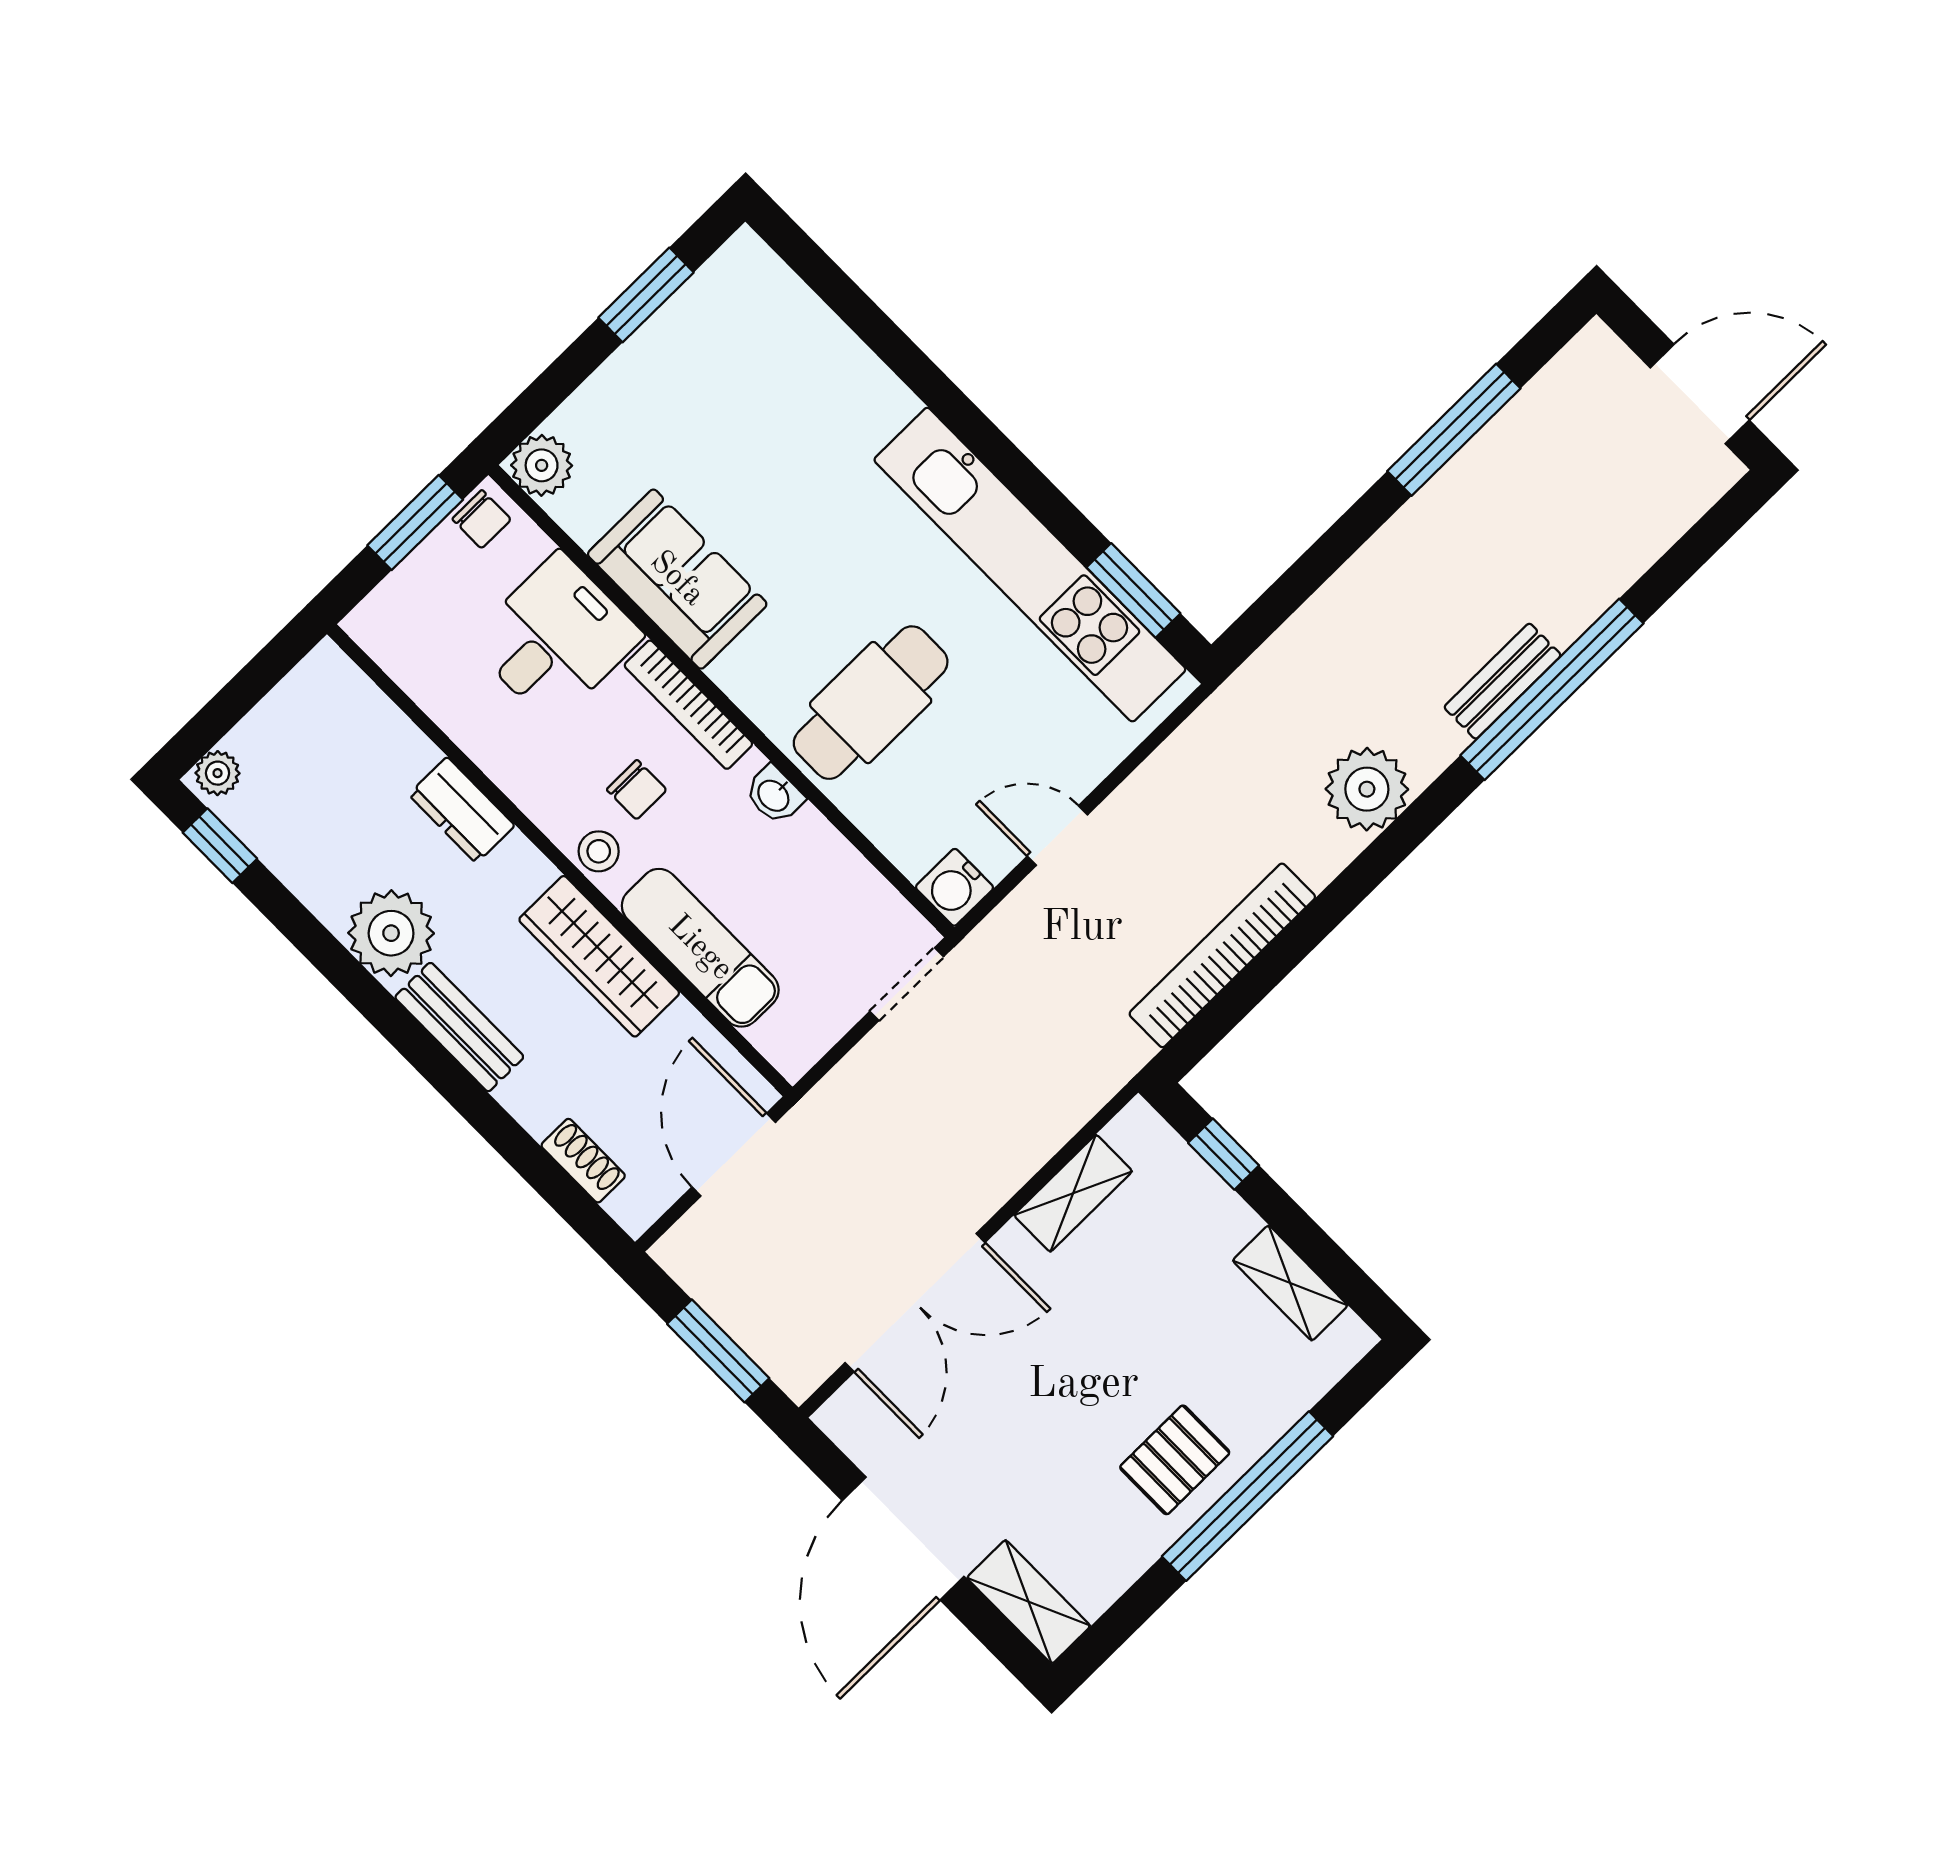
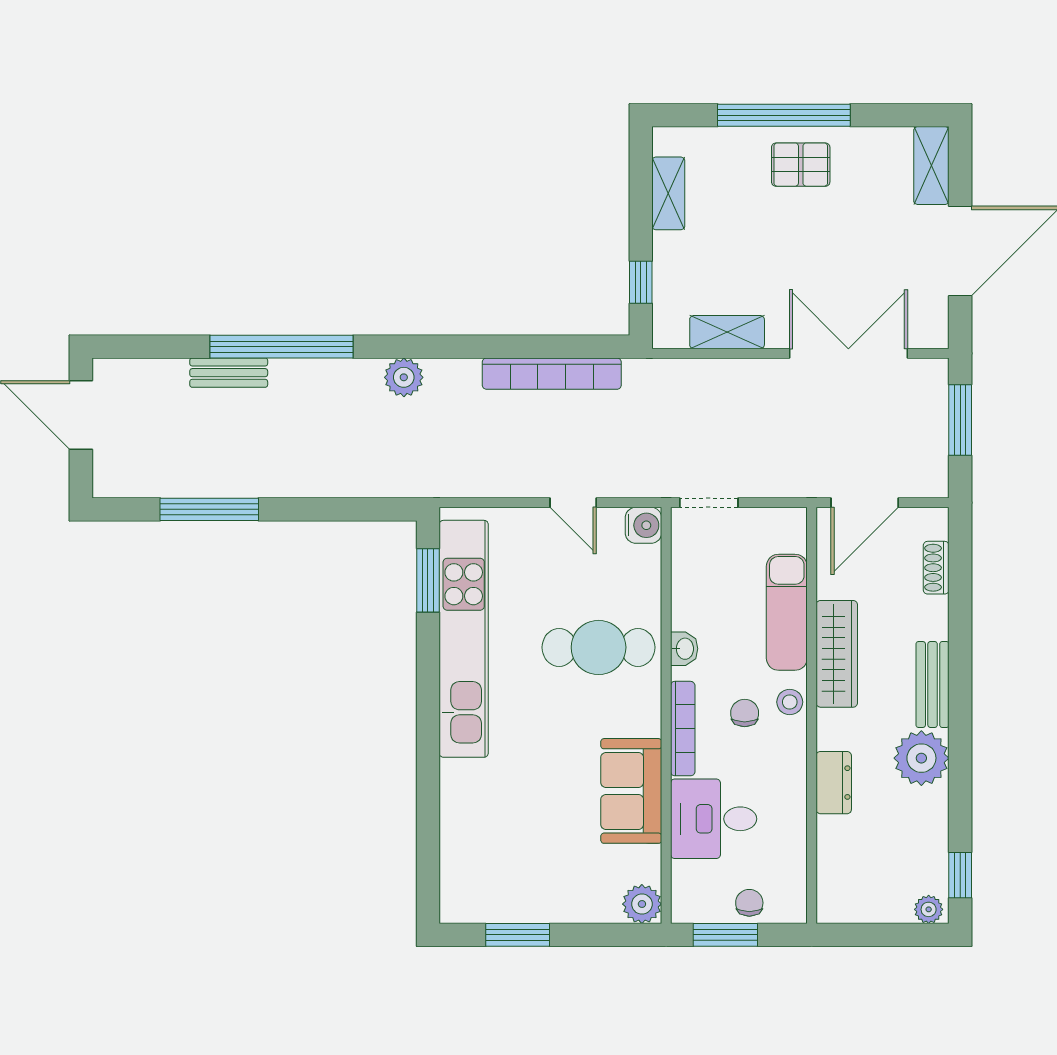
chair: (482, 519) -> (749, 903), moved
bench: (1503, 681) -> (229, 373), moved
plant: (1367, 789) -> (404, 377), width x0.73, depth x0.73

